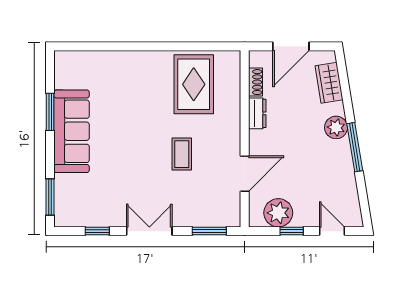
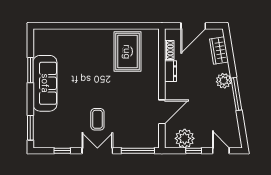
coffee table: (182, 154) -> (97, 119), moved
window: (209, 231) -> (138, 151), width x1.44

